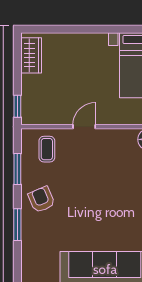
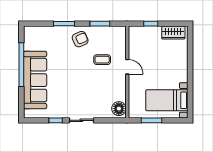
window: (17, 106) -> (151, 24), moved
coffee table: (47, 149) -> (102, 60), moved

